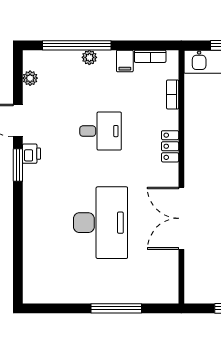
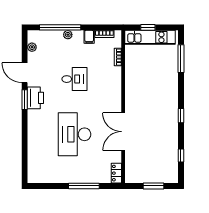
locker: (170, 146) -> (116, 173), moved
printer: (31, 154) -> (35, 98), width x1.87, depth x1.48
desk: (101, 223) -> (74, 134), turned 180

